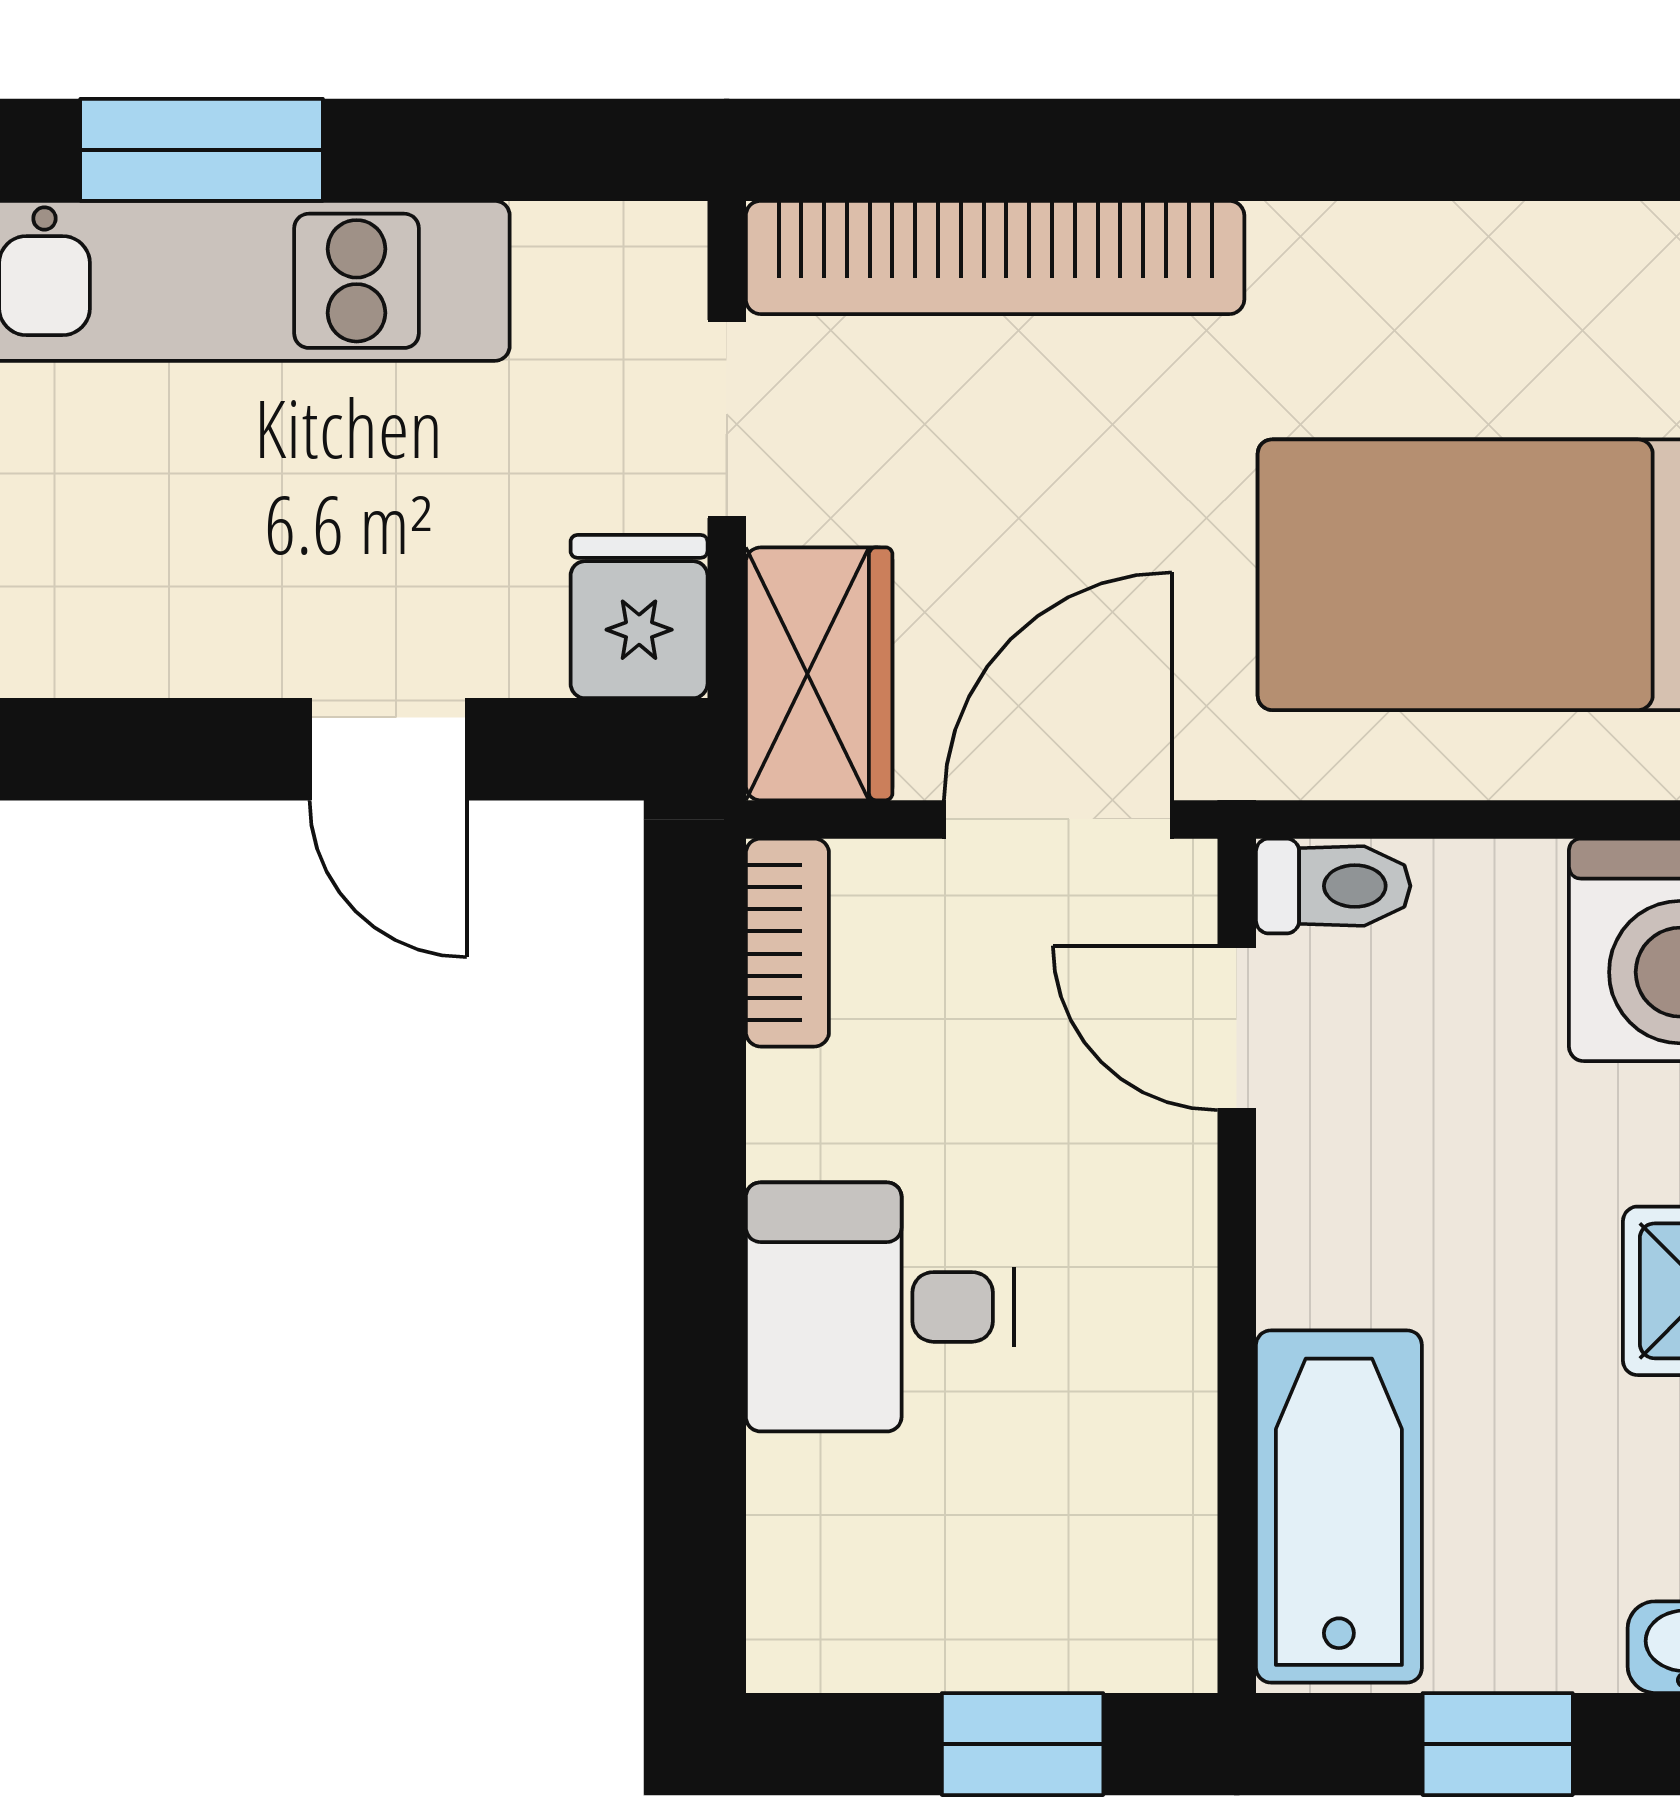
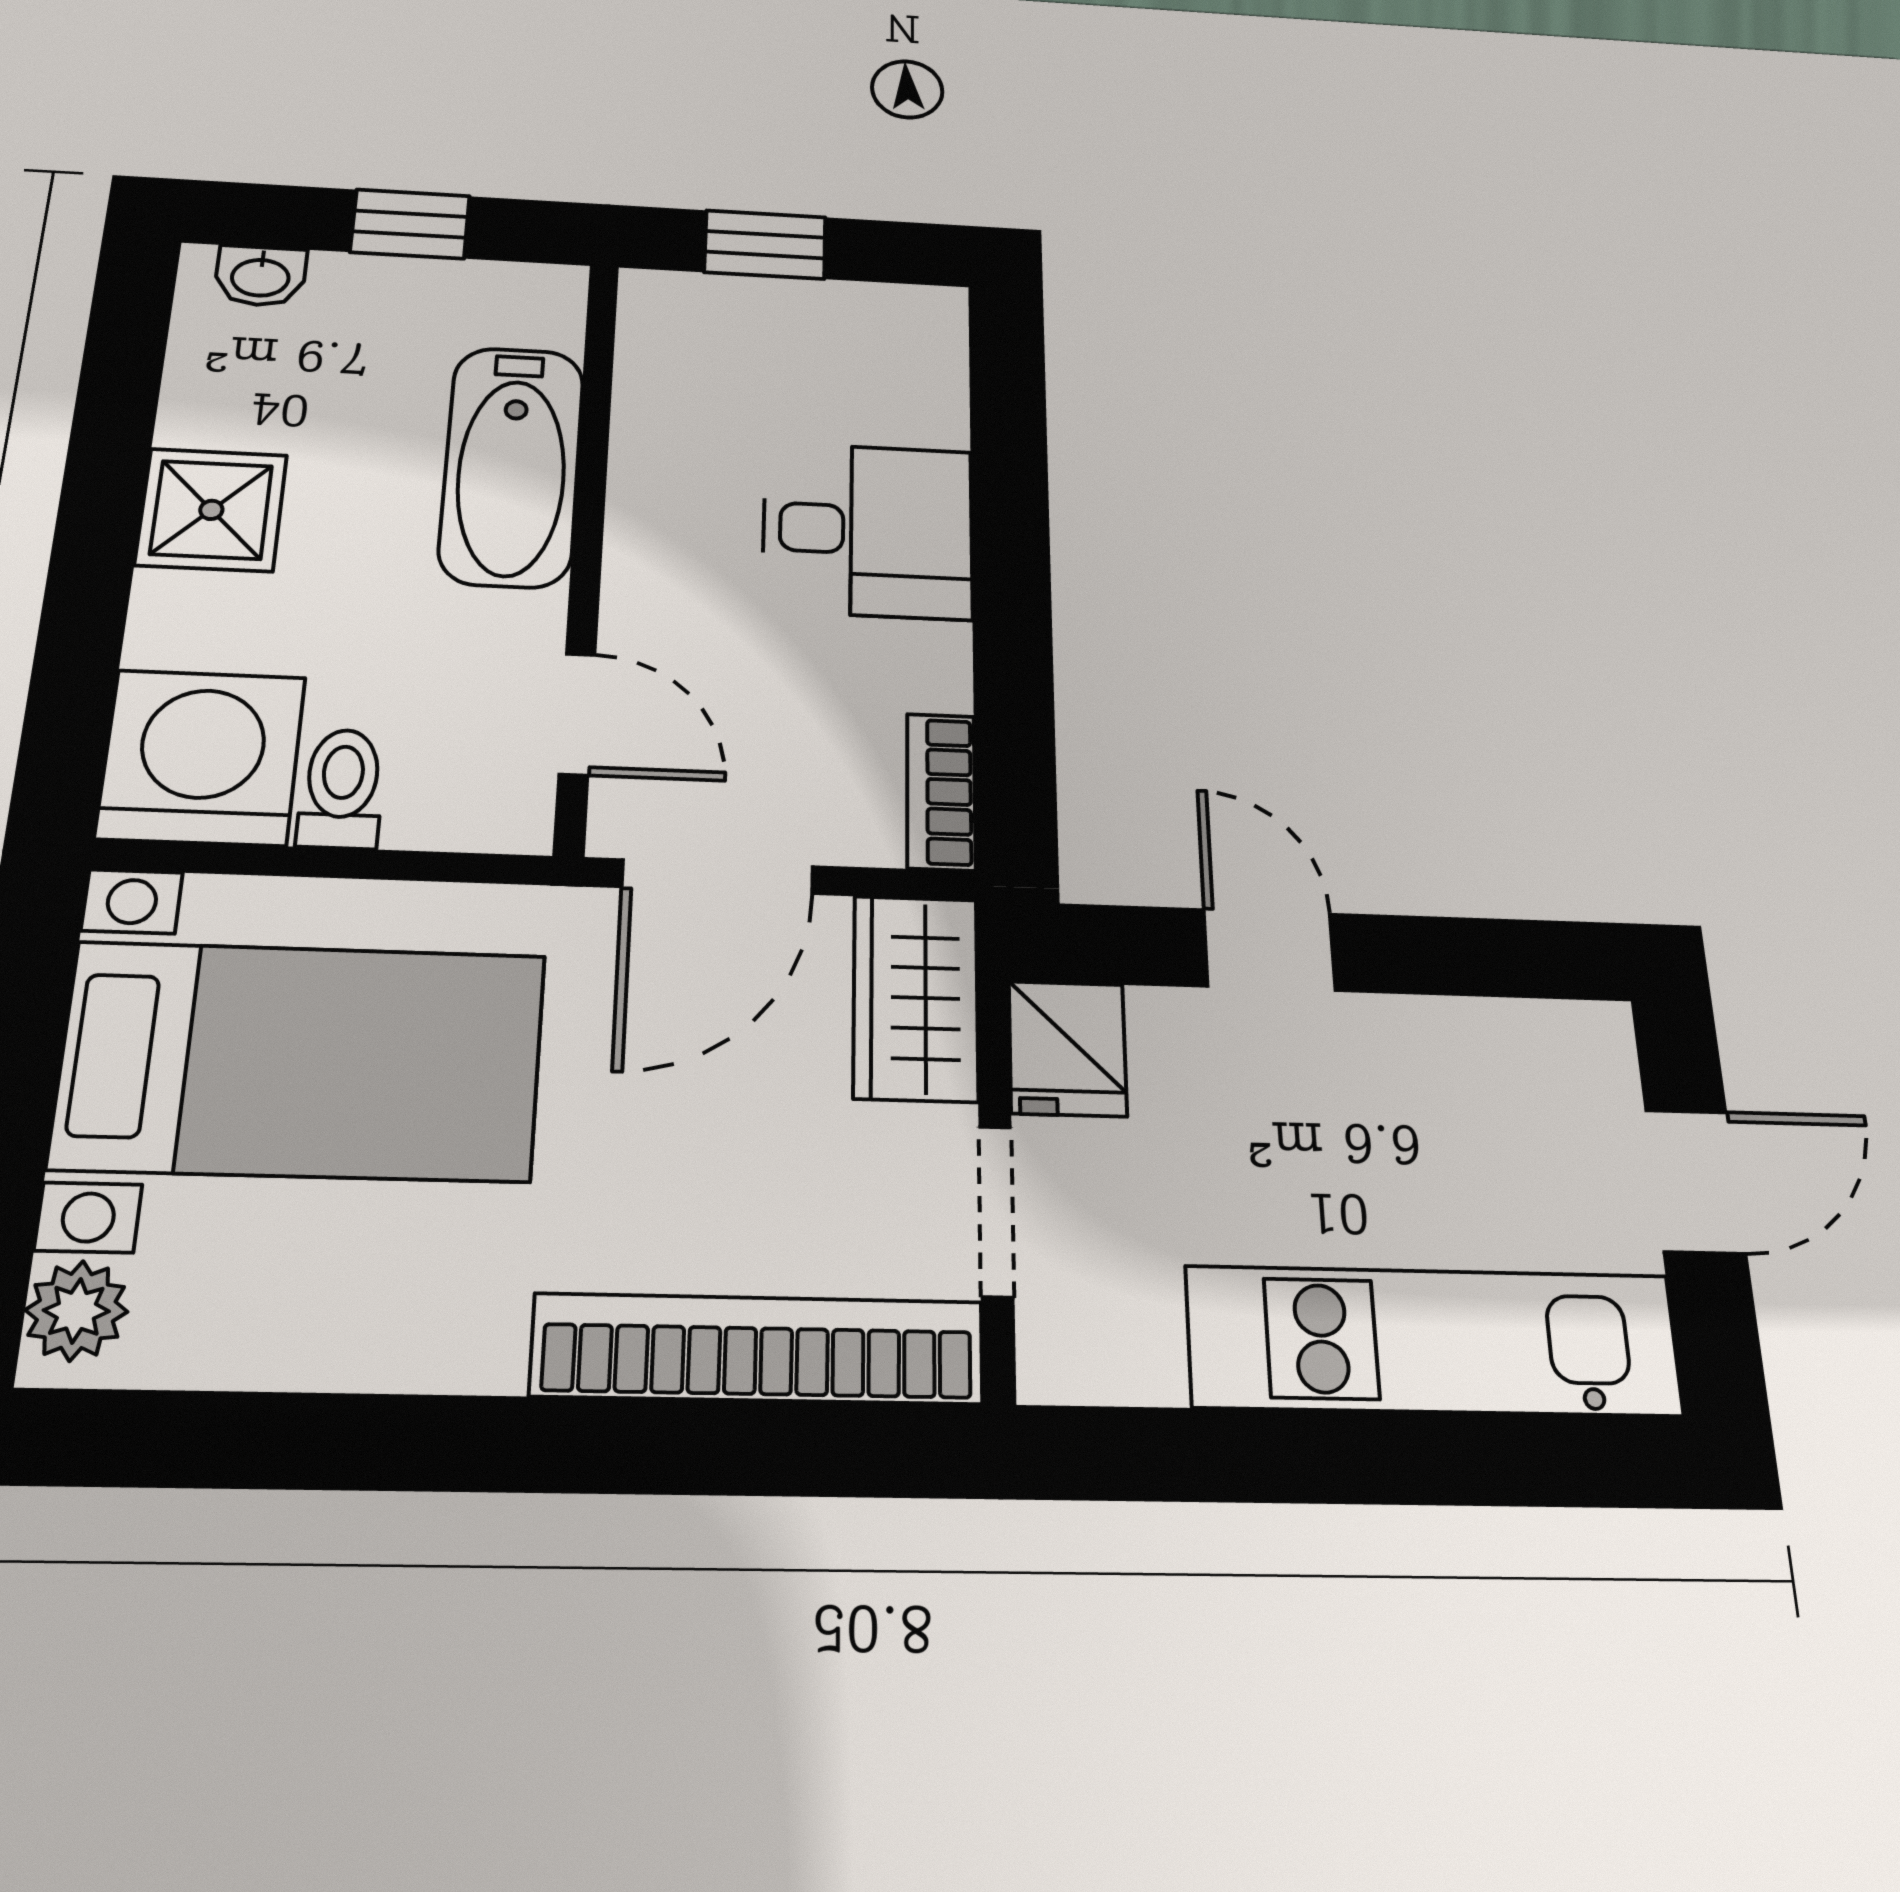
window: (202, 150) -> (1465, 1459), removed
toilet: (1333, 886) -> (342, 789), moved, turned 90
bathtub: (1339, 1506) -> (512, 466), moved

